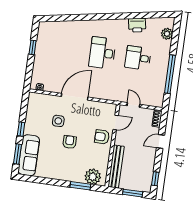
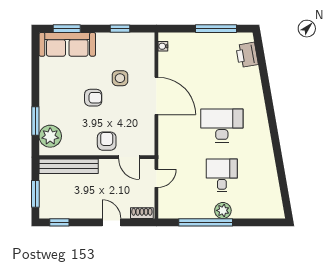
printer: (137, 25) -> (247, 55), moved
plant: (167, 34) -> (223, 210), moved
window: (33, 47) -> (216, 29), width x2.17
window: (21, 129) -> (120, 29), moved

